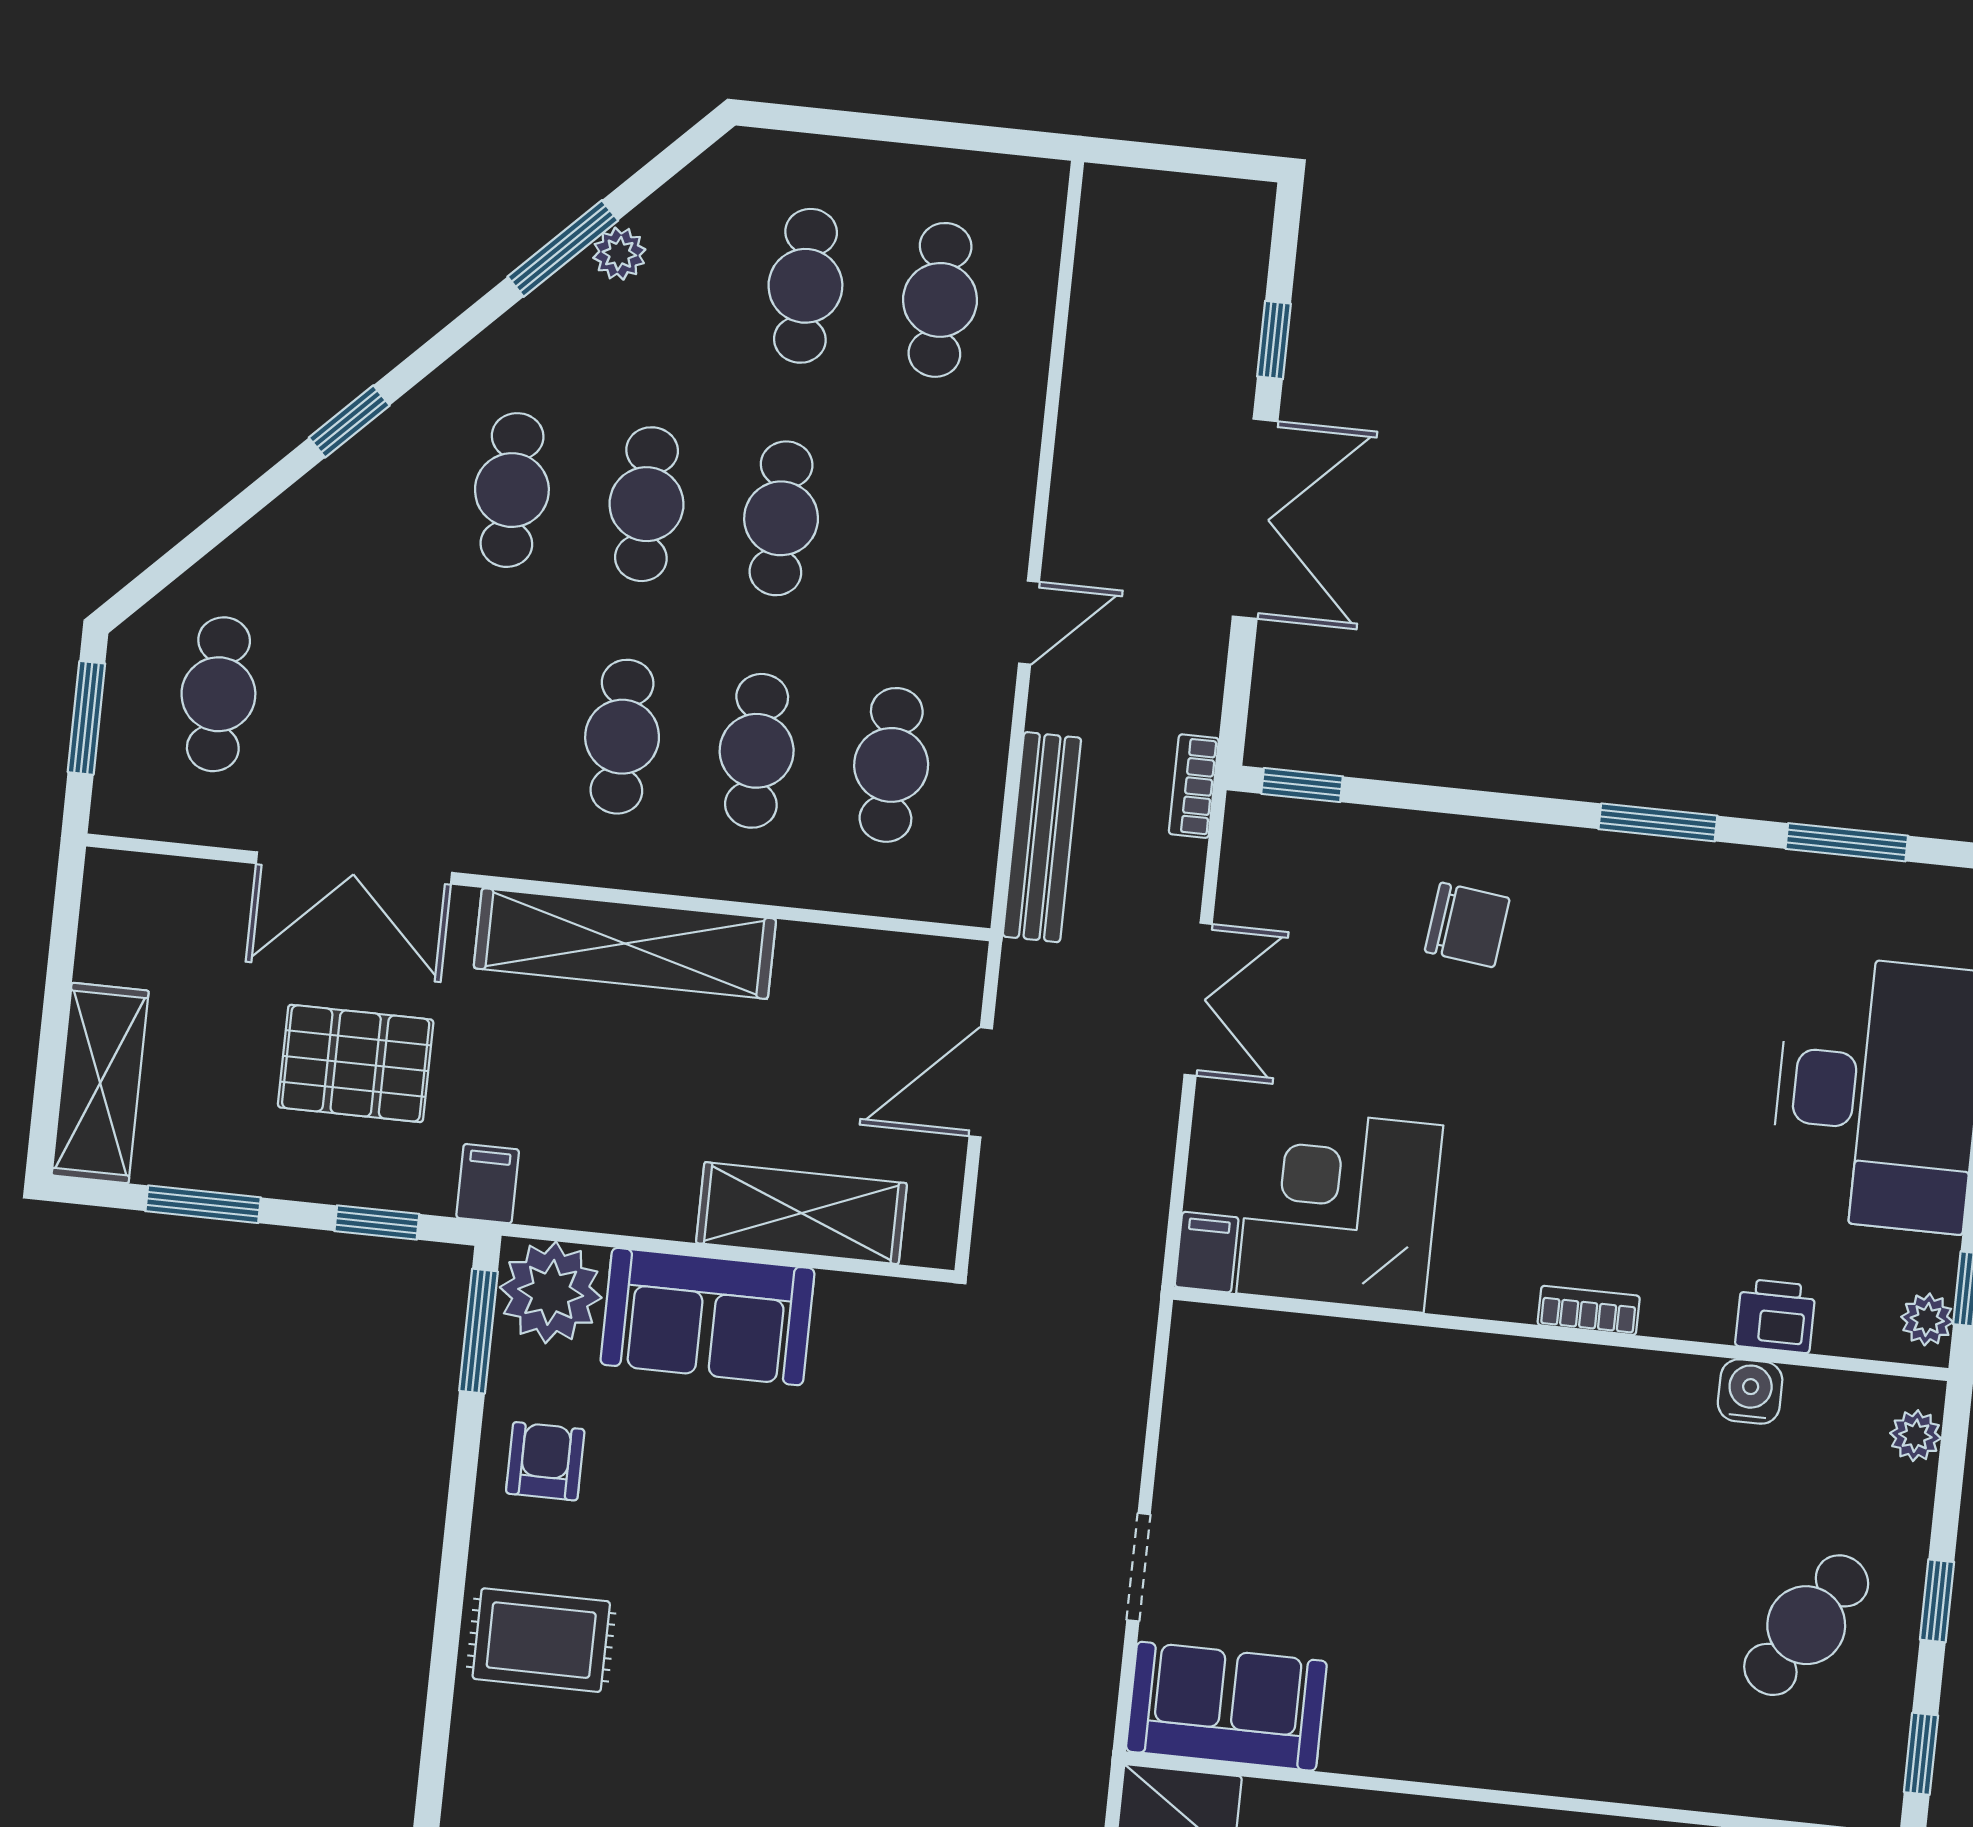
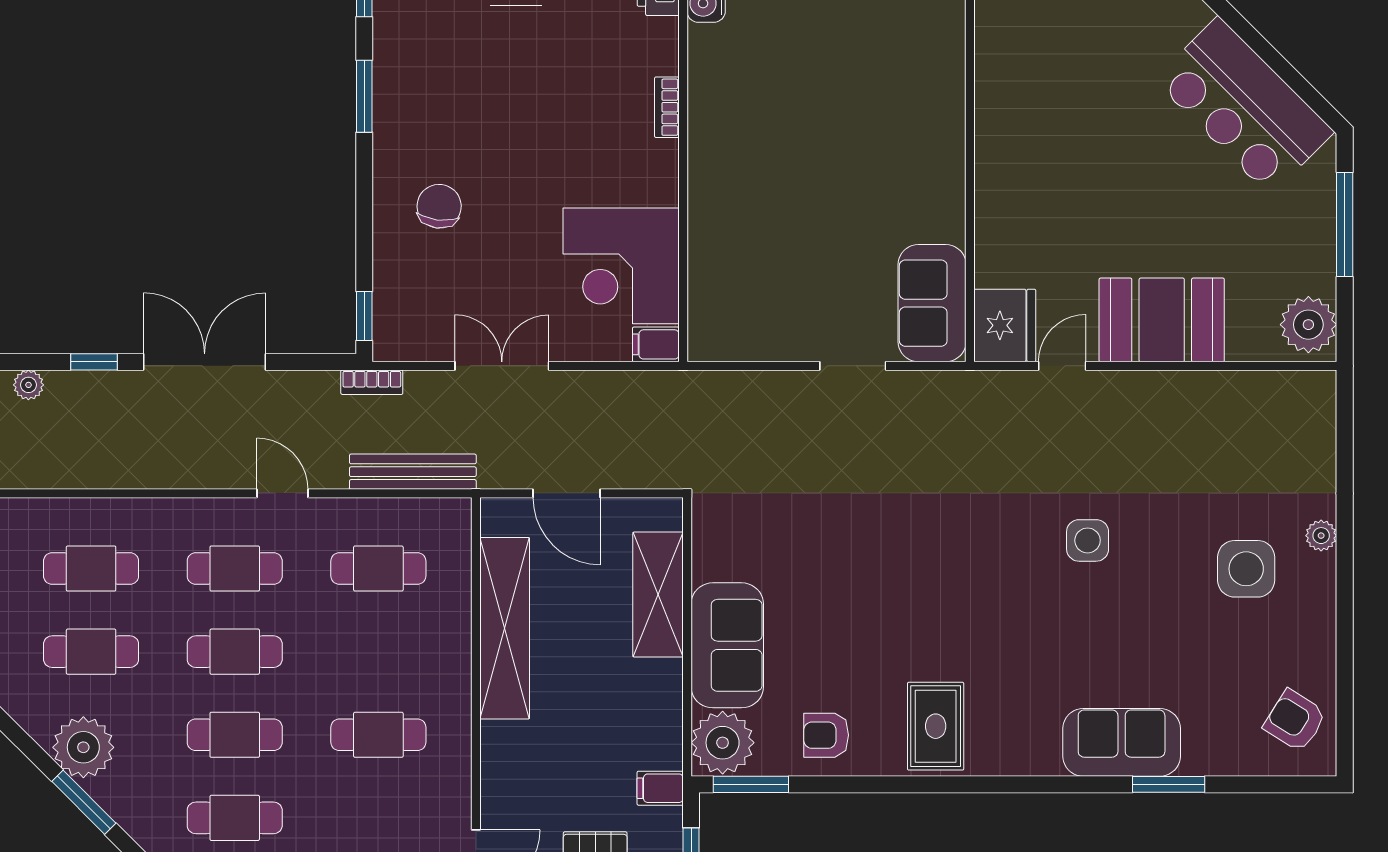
plant: (1248, 230) -> (28, 385), added
plant: (619, 254) -> (83, 747), width x1.88, depth x1.88
cafe table: (757, 751) -> (235, 569), moved
shelving: (625, 944) -> (505, 628), moved

